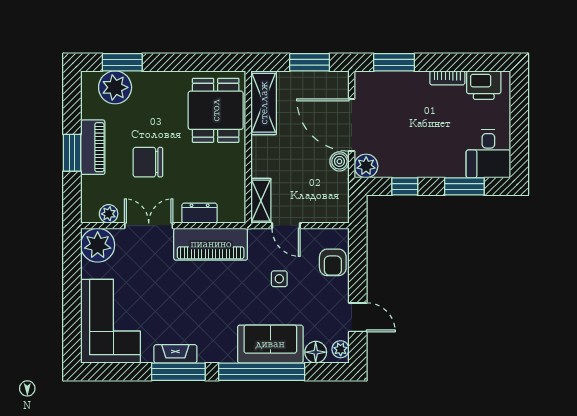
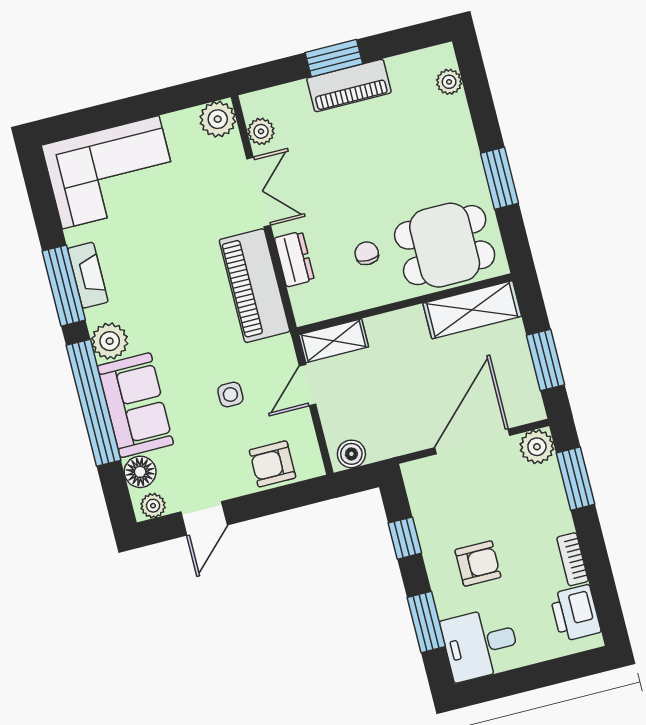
window: (122, 62) -> (500, 178), moved
plant: (115, 87) -> (449, 82), width x0.53, depth x0.53
armchair: (434, 142) -> (478, 563), added
boiler: (339, 161) -> (351, 454), moved
chair: (148, 162) -> (367, 253), moved, width x0.54, depth x0.54
plant: (366, 166) -> (537, 447), moved
plant: (98, 245) -> (218, 119), width x0.73, depth x0.73
plant: (223, 350) -> (110, 341), added

